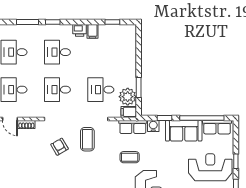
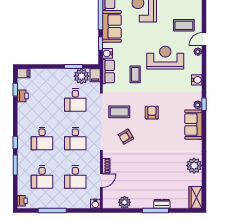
printer: (80, 30) -> (23, 96), moved
filing cabinet: (92, 31) -> (24, 73), moved
armchair: (87, 176) -> (152, 113), added

